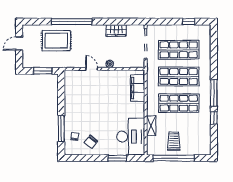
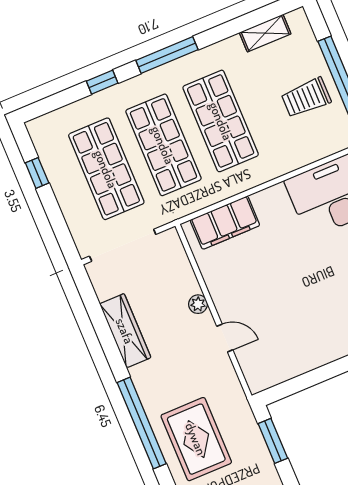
wardrobe: (116, 30) -> (125, 331), width x1.50
door: (92, 69) -> (225, 338), swing flipped
window: (214, 118) -> (102, 82), moved
shelving: (151, 126) -> (265, 33), moved

